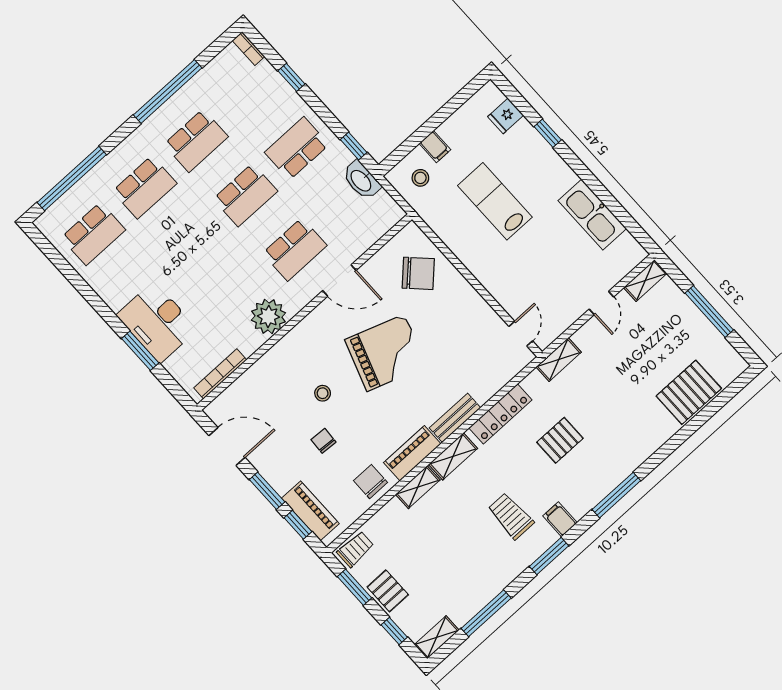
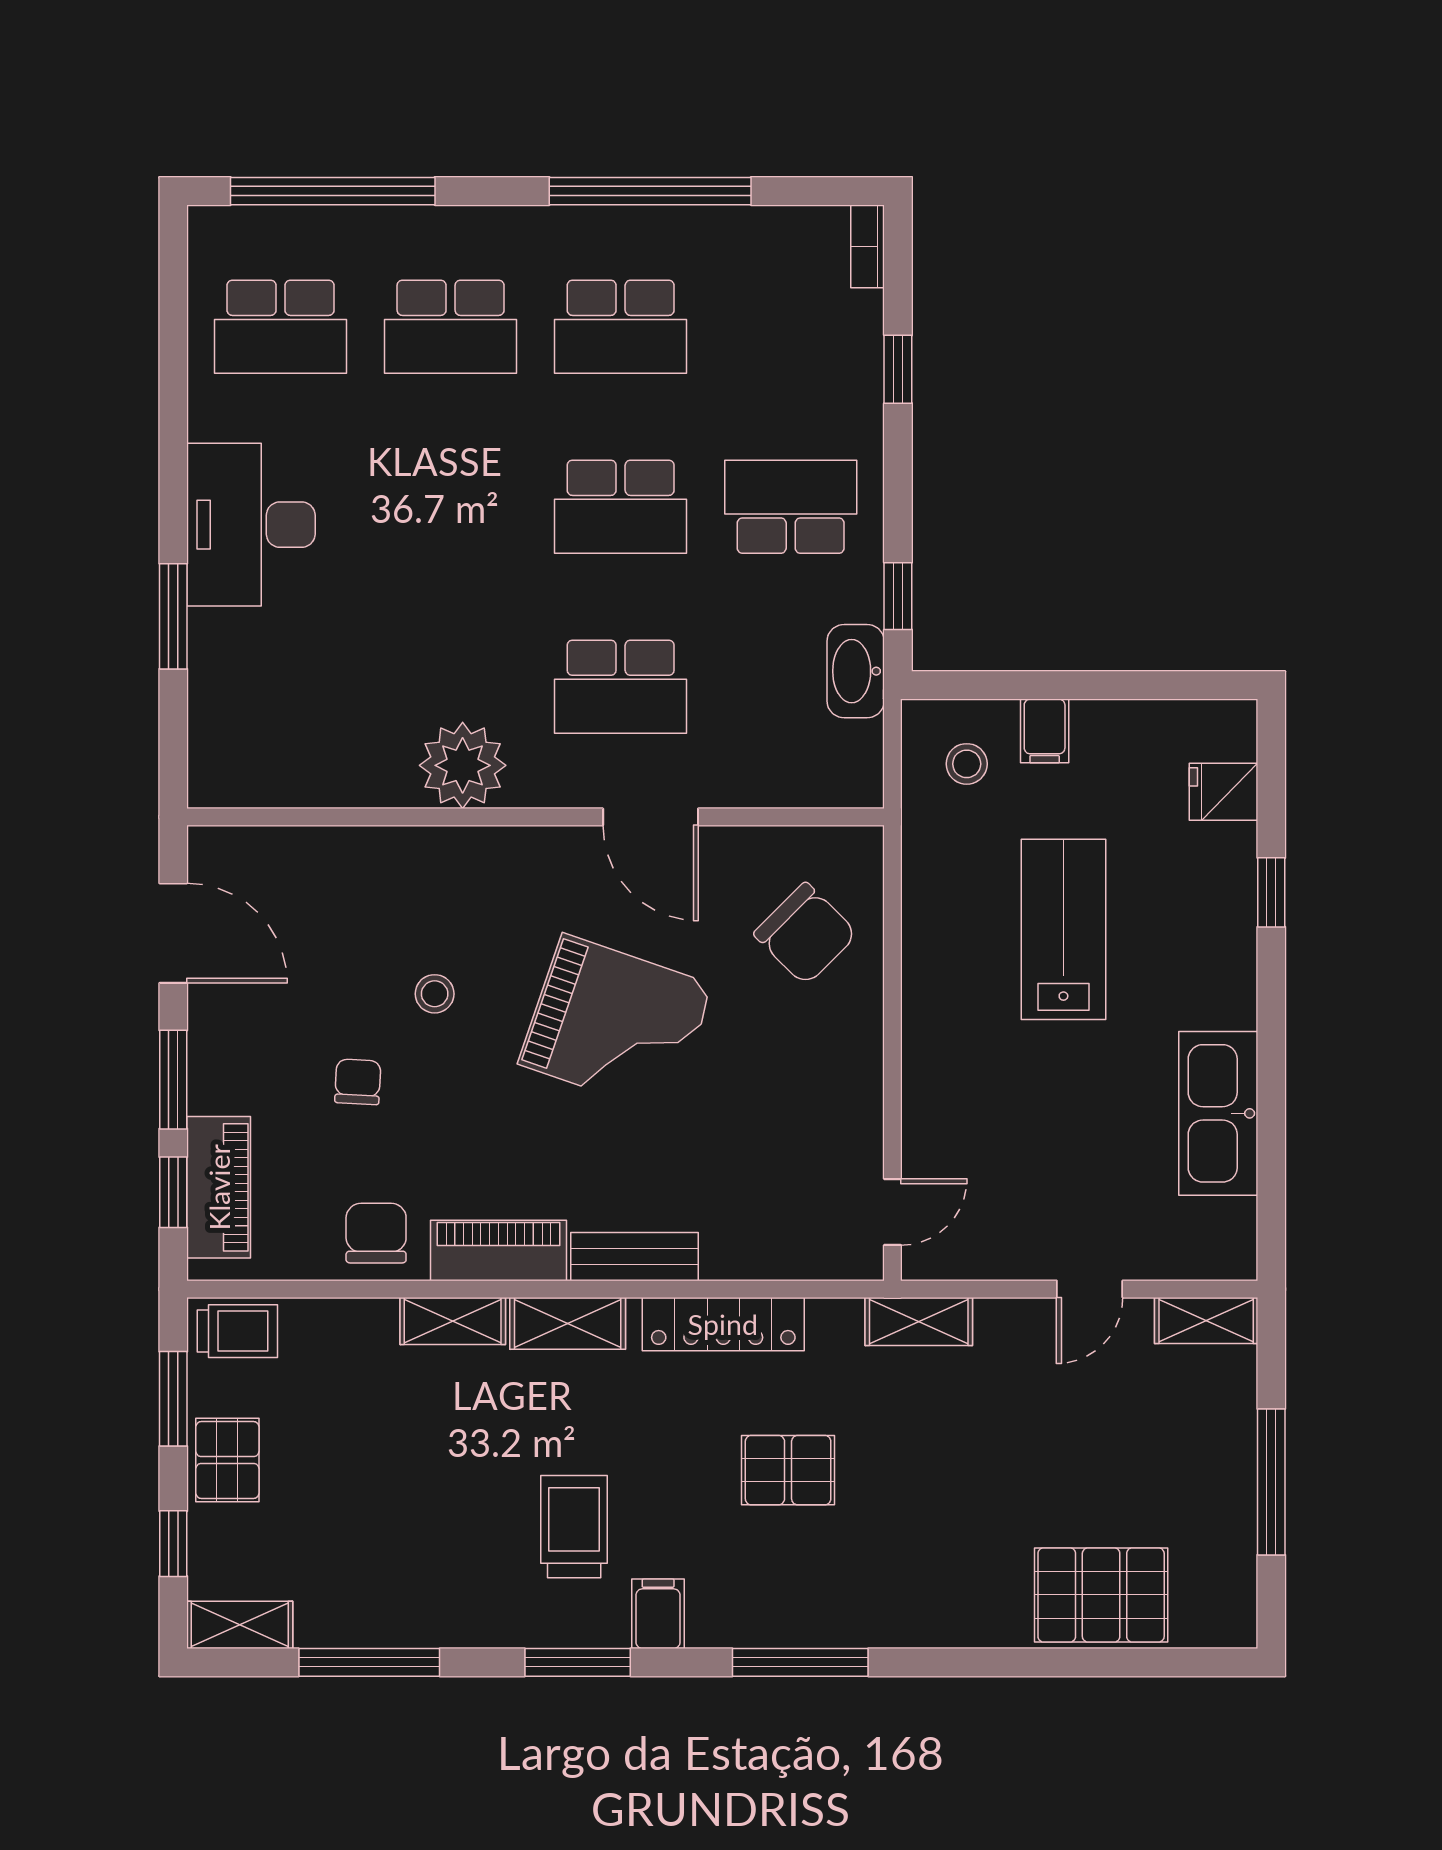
desk: (157, 322) -> (251, 525), moved
bookcase: (220, 374) -> (281, 790), removed

